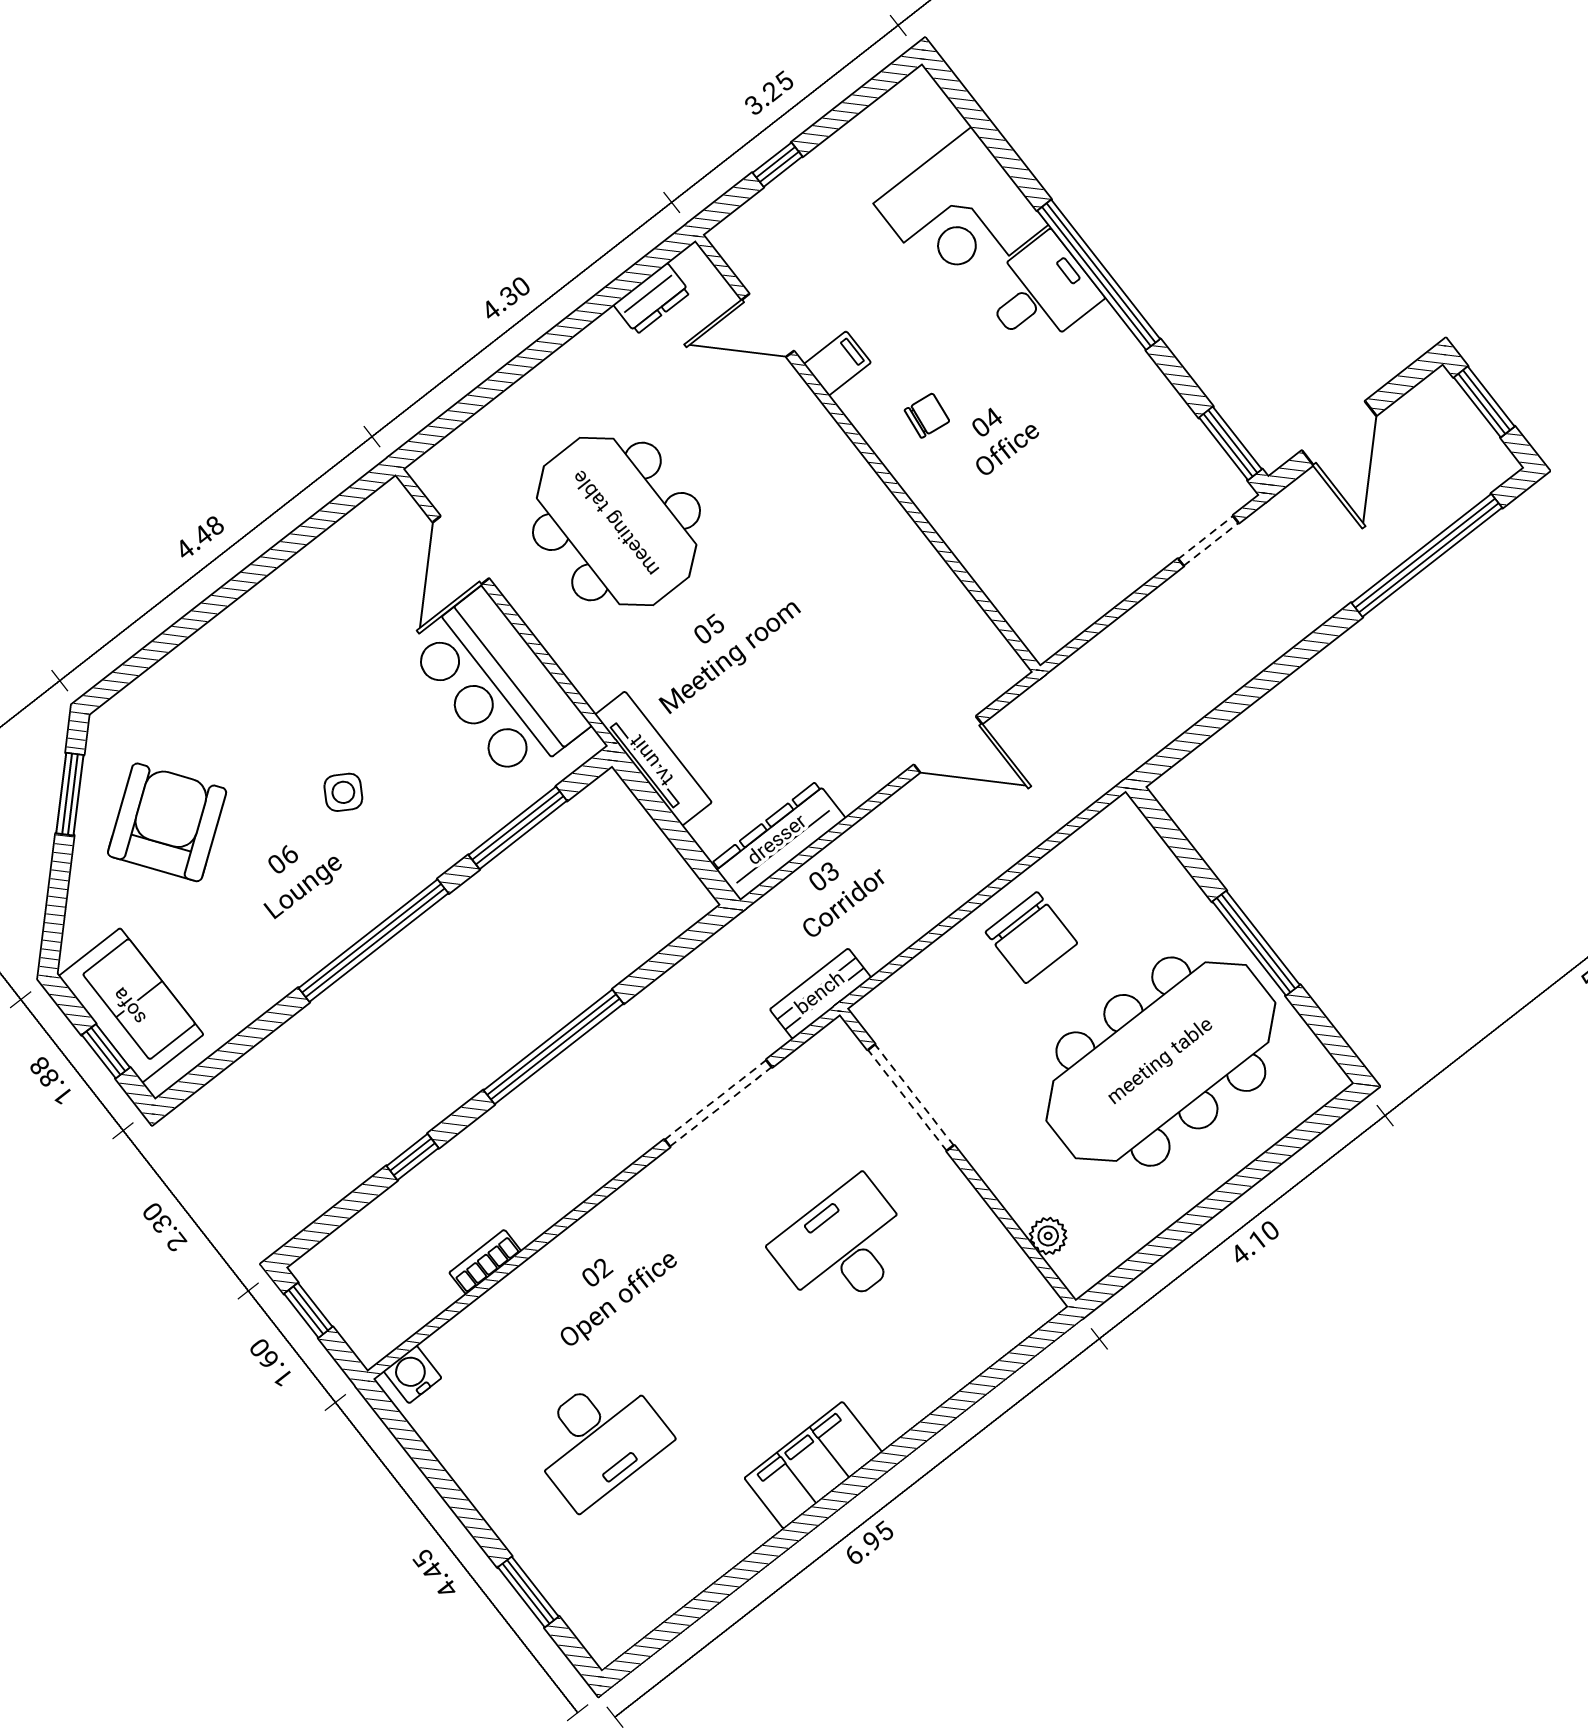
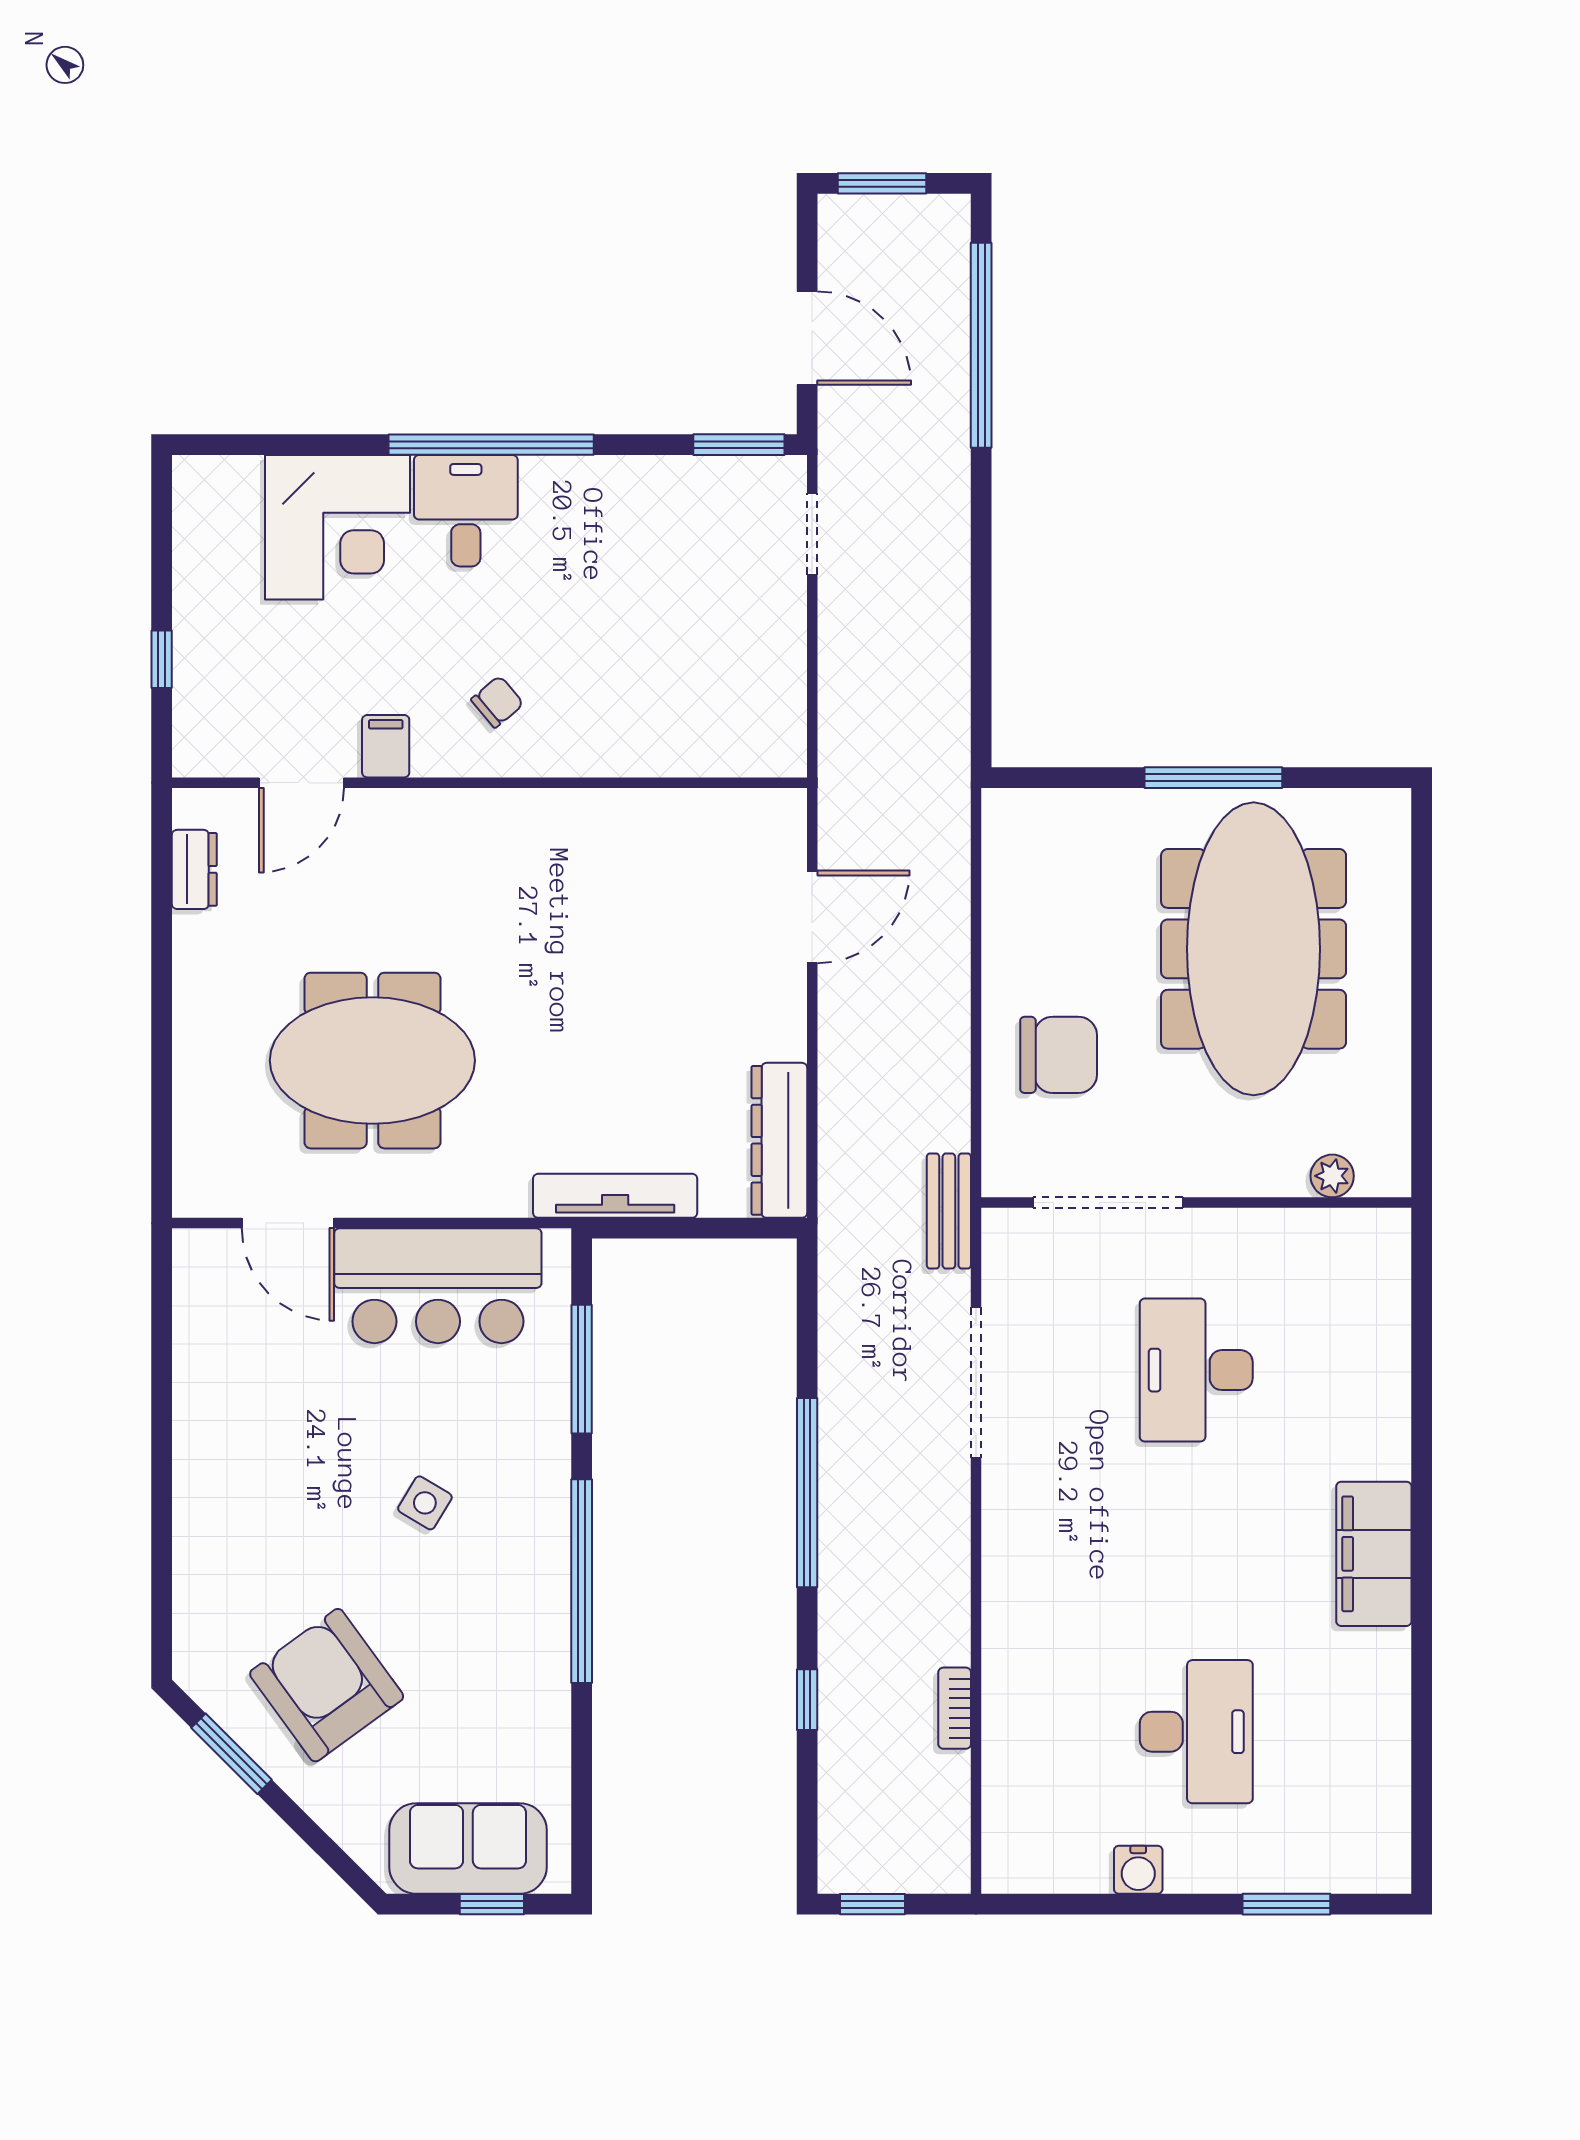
chair: (927, 416) -> (497, 702), turned 43
chair: (1031, 938) -> (1059, 1055), moved
water cooler: (413, 1374) -> (1138, 1870), moved, turned -90

